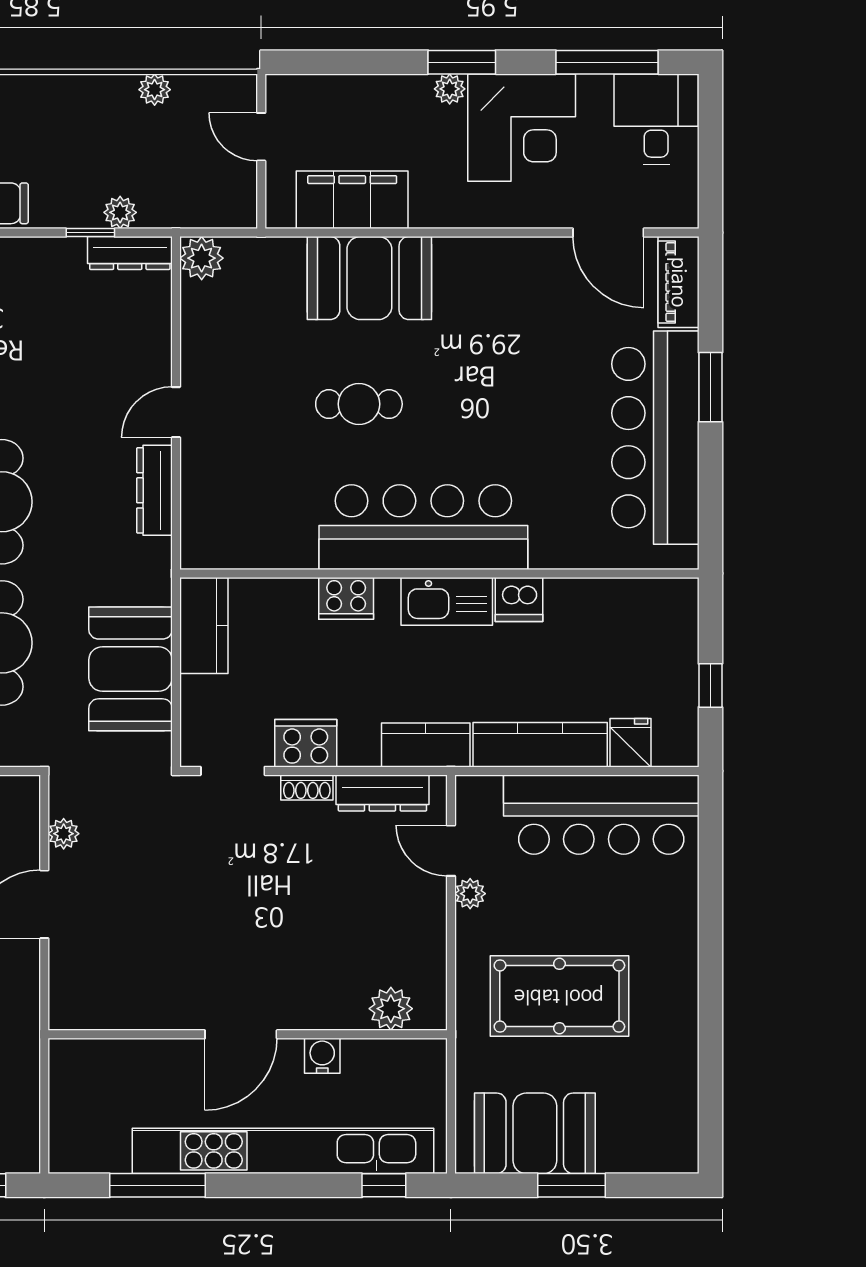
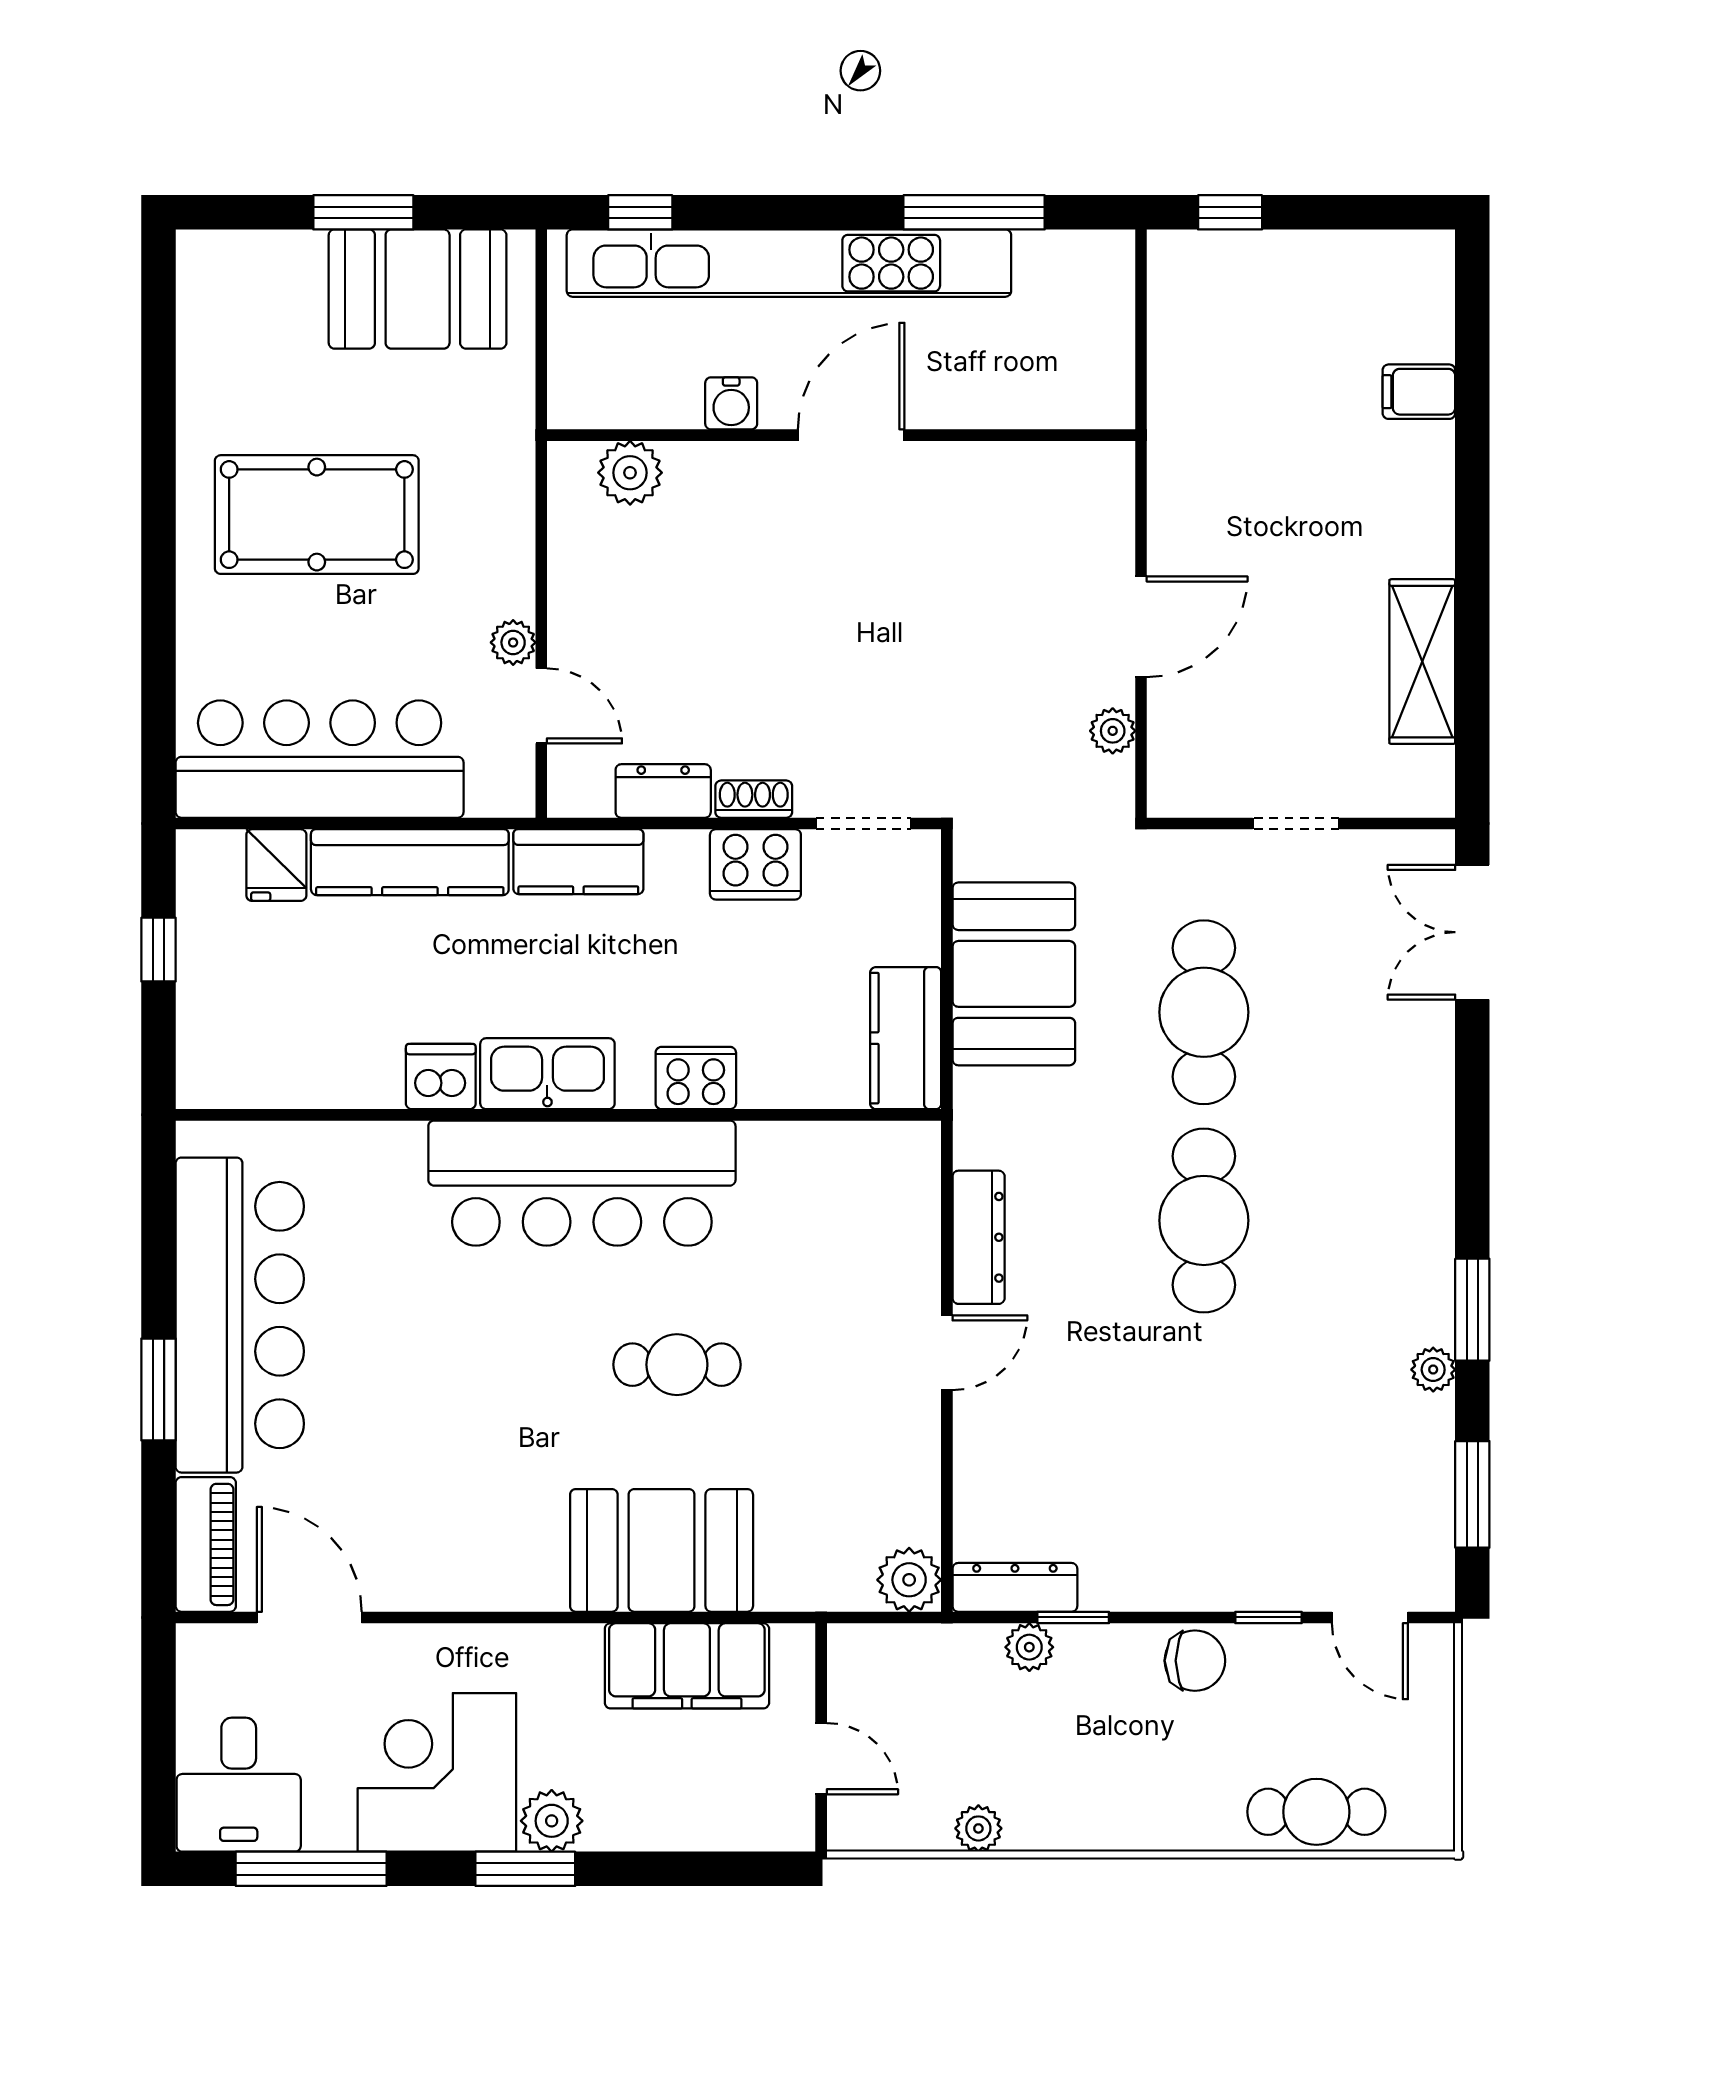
plant: (450, 89) -> (552, 1821), width x1.38, depth x1.38
dresser: (382, 793) -> (663, 791), width x0.70
pool table: (559, 996) -> (317, 515), moved

